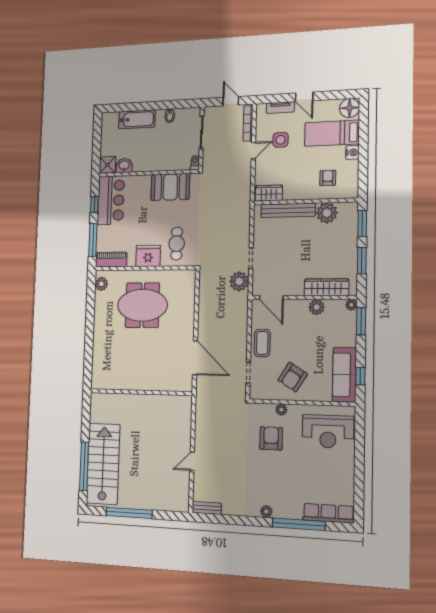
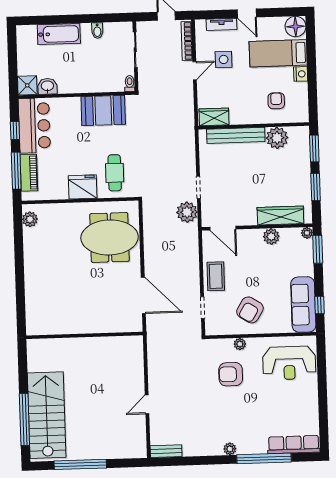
piano: (111, 260) -> (29, 173), moved, turned 90
meeting table: (142, 305) -> (110, 237), moved
armchair: (271, 438) -> (231, 374), turned -90

